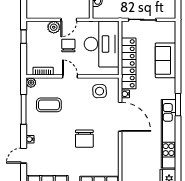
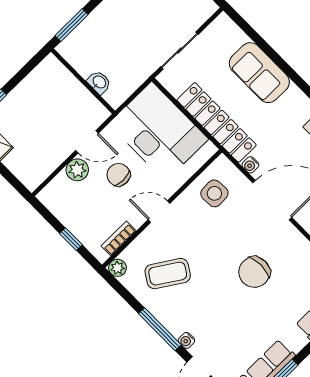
door: (69, 20) -> (87, 142), hinge flipped
window: (24, 37) -> (71, 239), moved
coffee table: (49, 105) -> (168, 274), turned 33
window: (24, 109) -> (160, 329), moved
chair: (84, 139) -> (254, 272), turned 90

